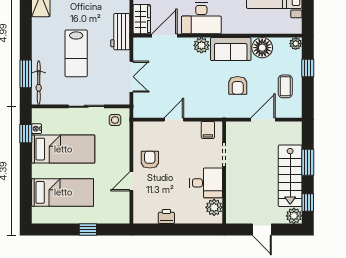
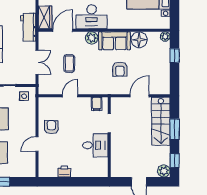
coffee table: (285, 86) -> (69, 63), moved
stairs: (290, 176) -> (161, 121), moved
plant: (214, 207) -> (101, 164), removed

